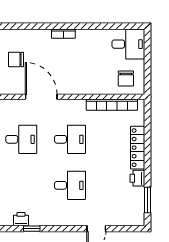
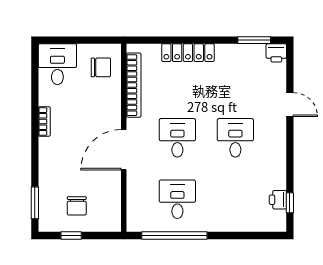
window: (18, 26) -> (35, 203), added
bookcase: (63, 34) -> (44, 122), moved
door: (41, 97) -> (124, 150), moved
printer: (137, 178) -> (276, 53), moved
window: (32, 229) -> (290, 203), moved

